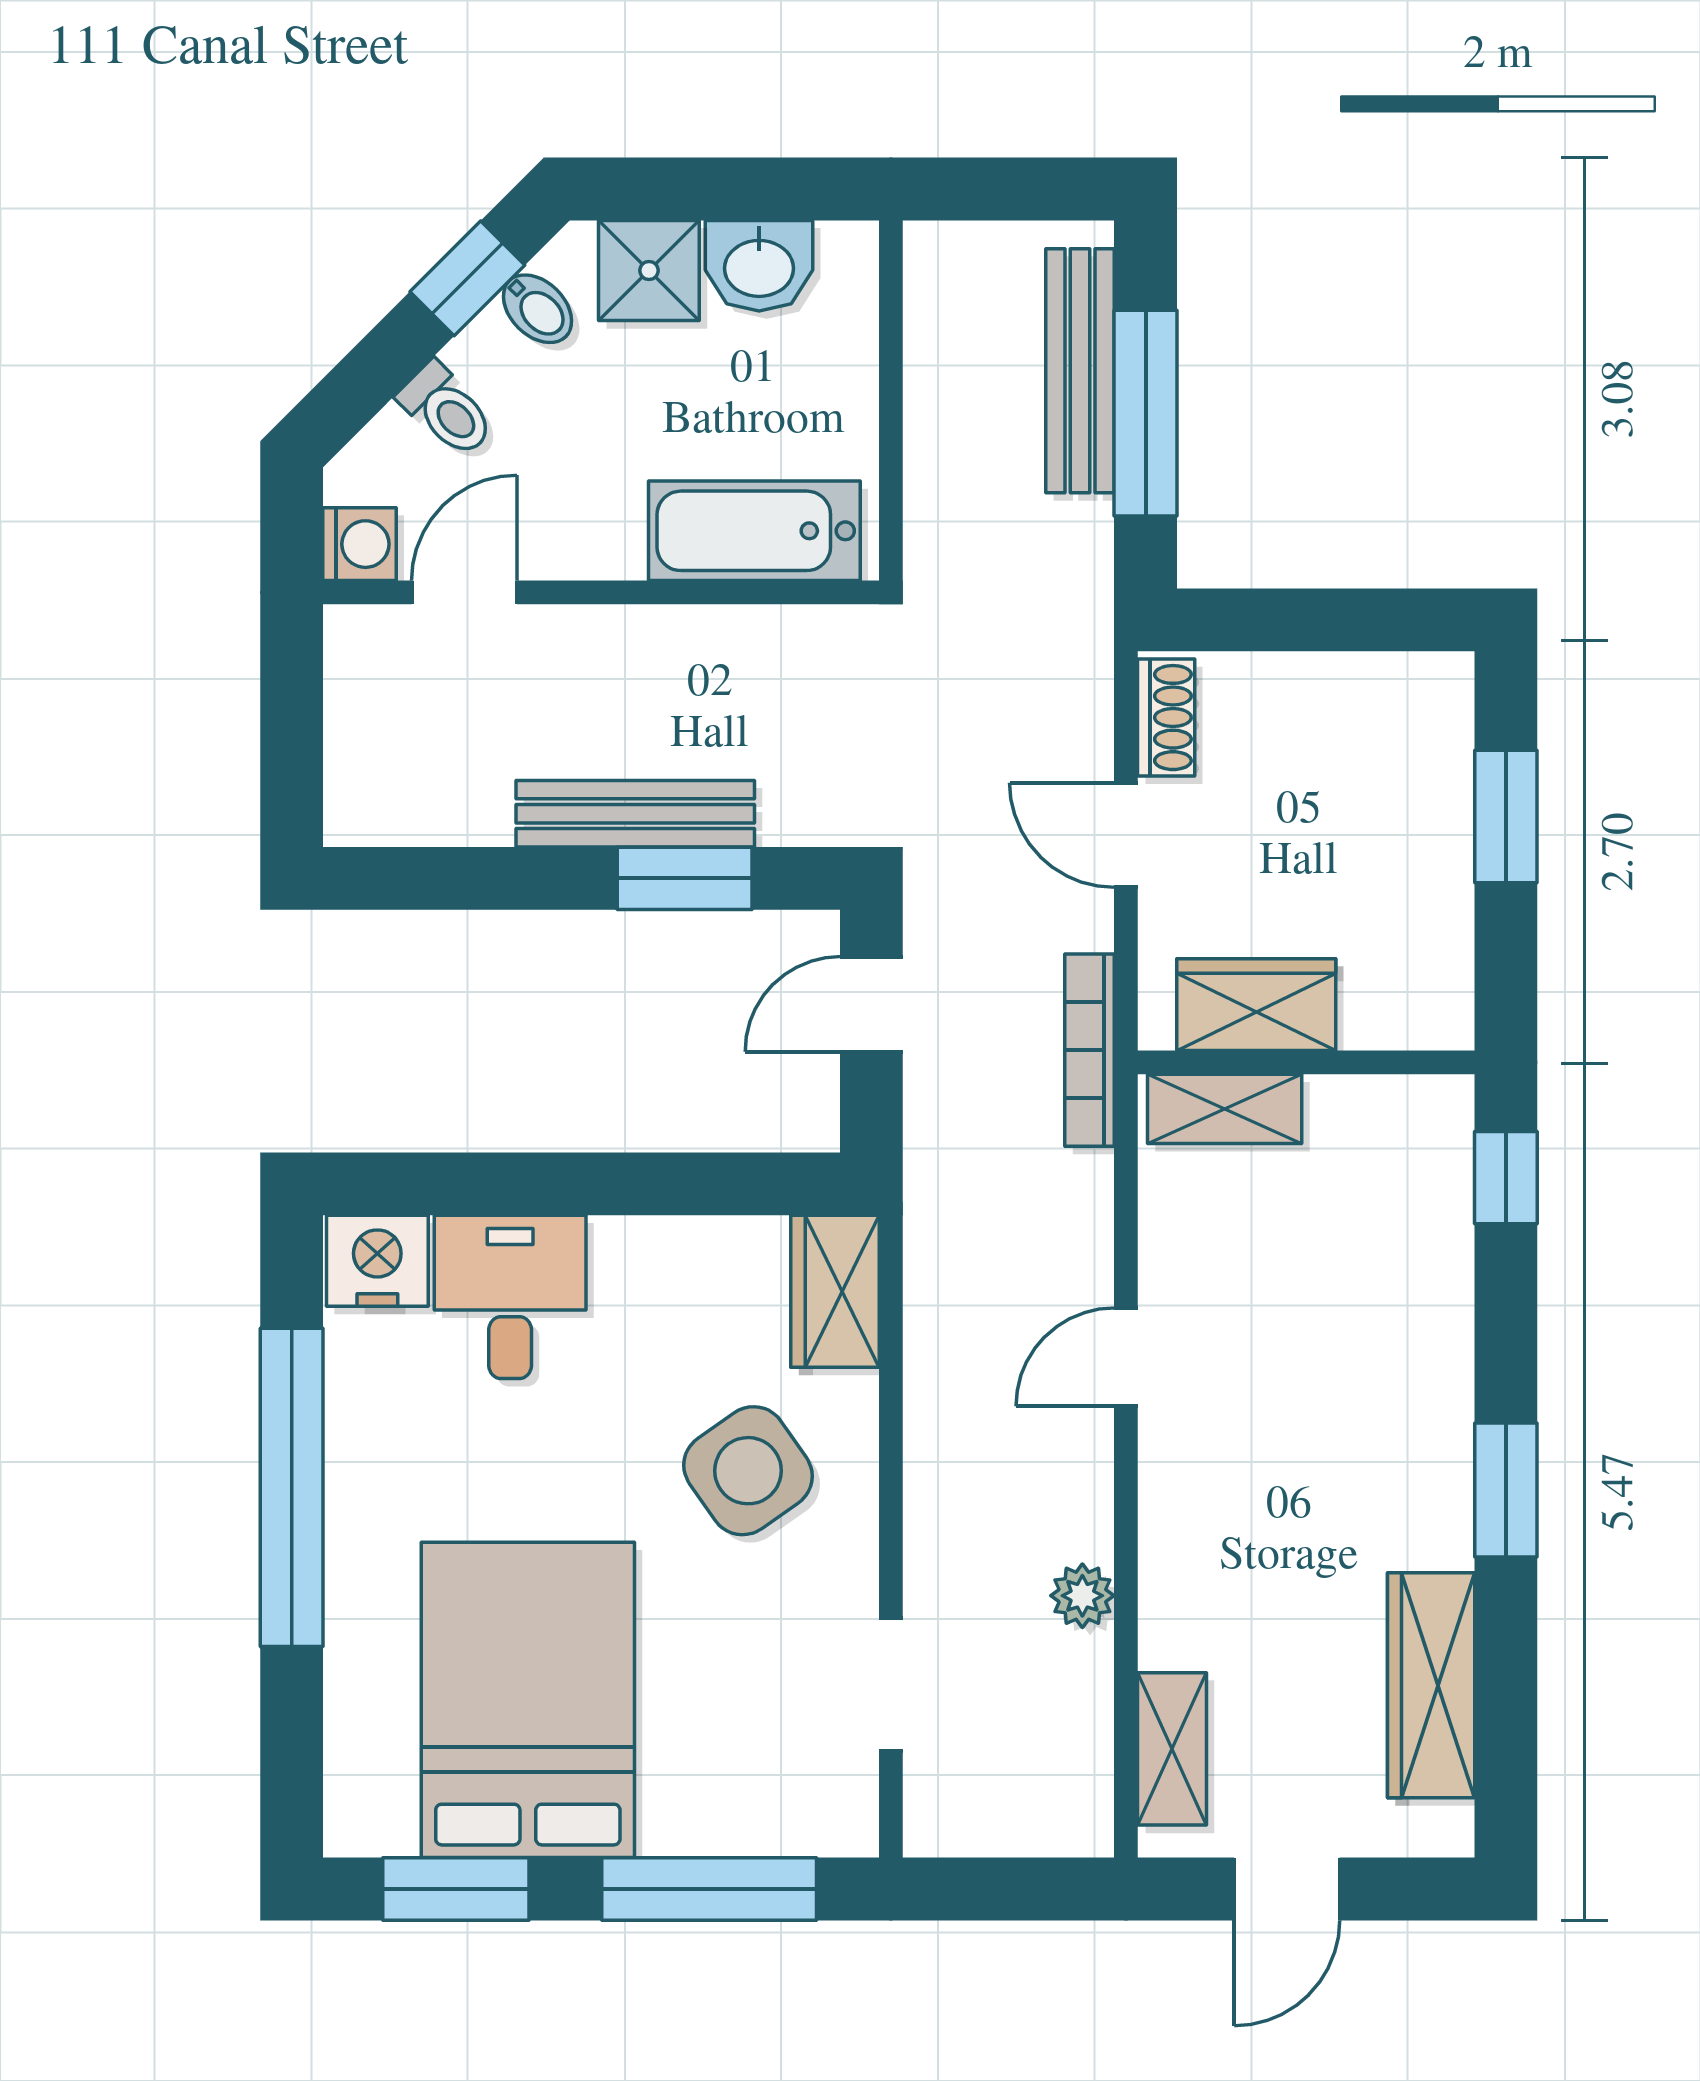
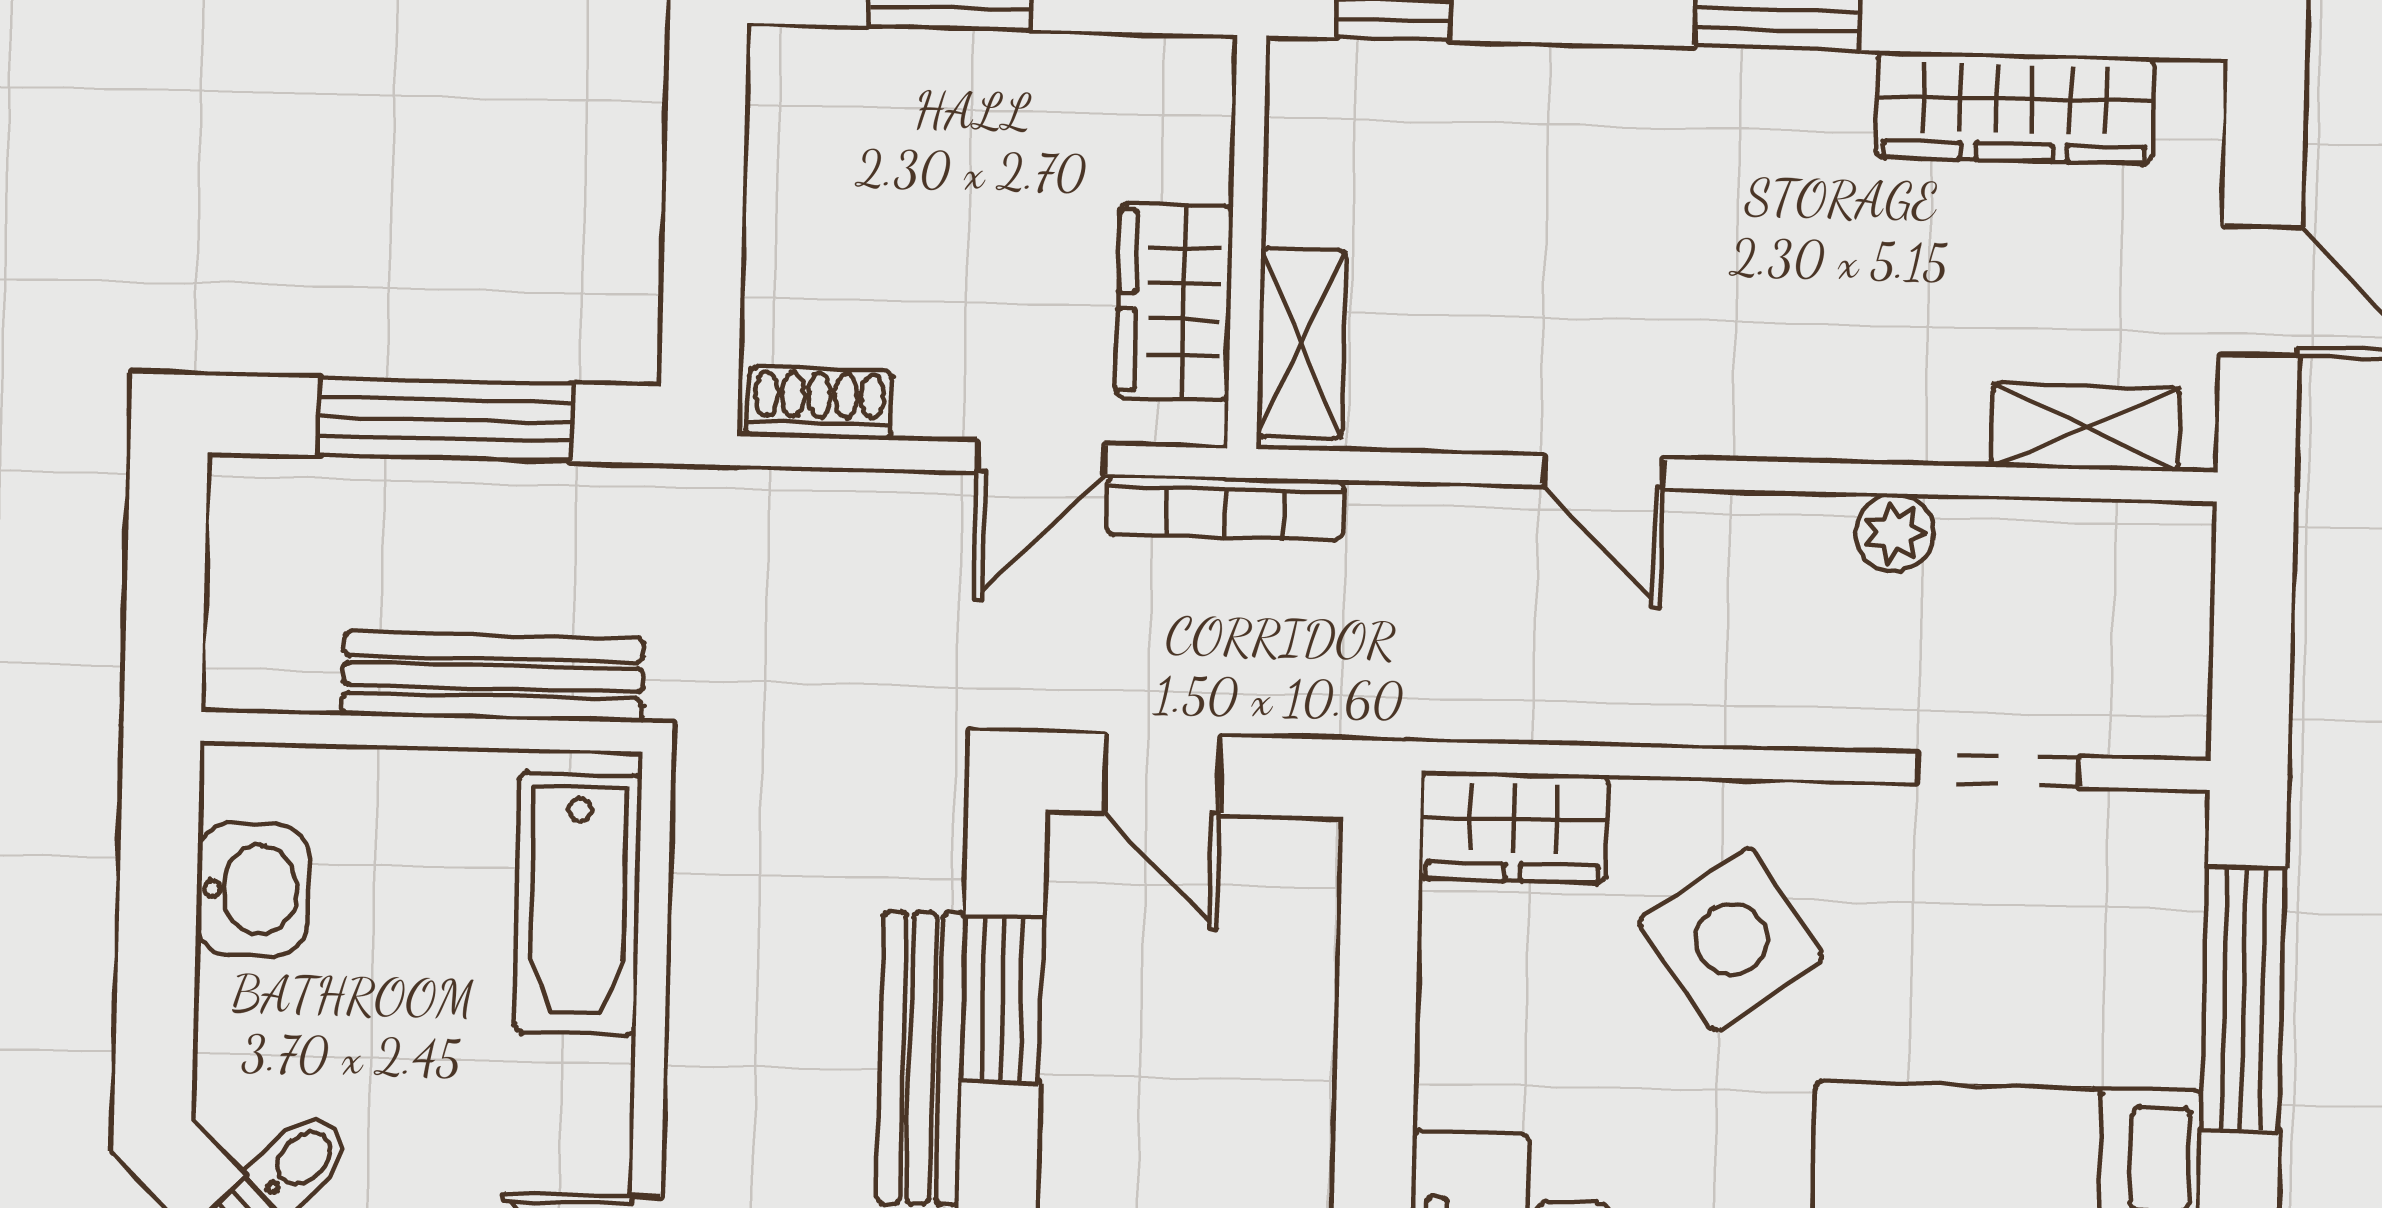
shower: (649, 271) -> (255, 1025), removed
bench: (1080, 371) -> (493, 677), moved
door: (1126, 835) -> (1041, 458), moved

